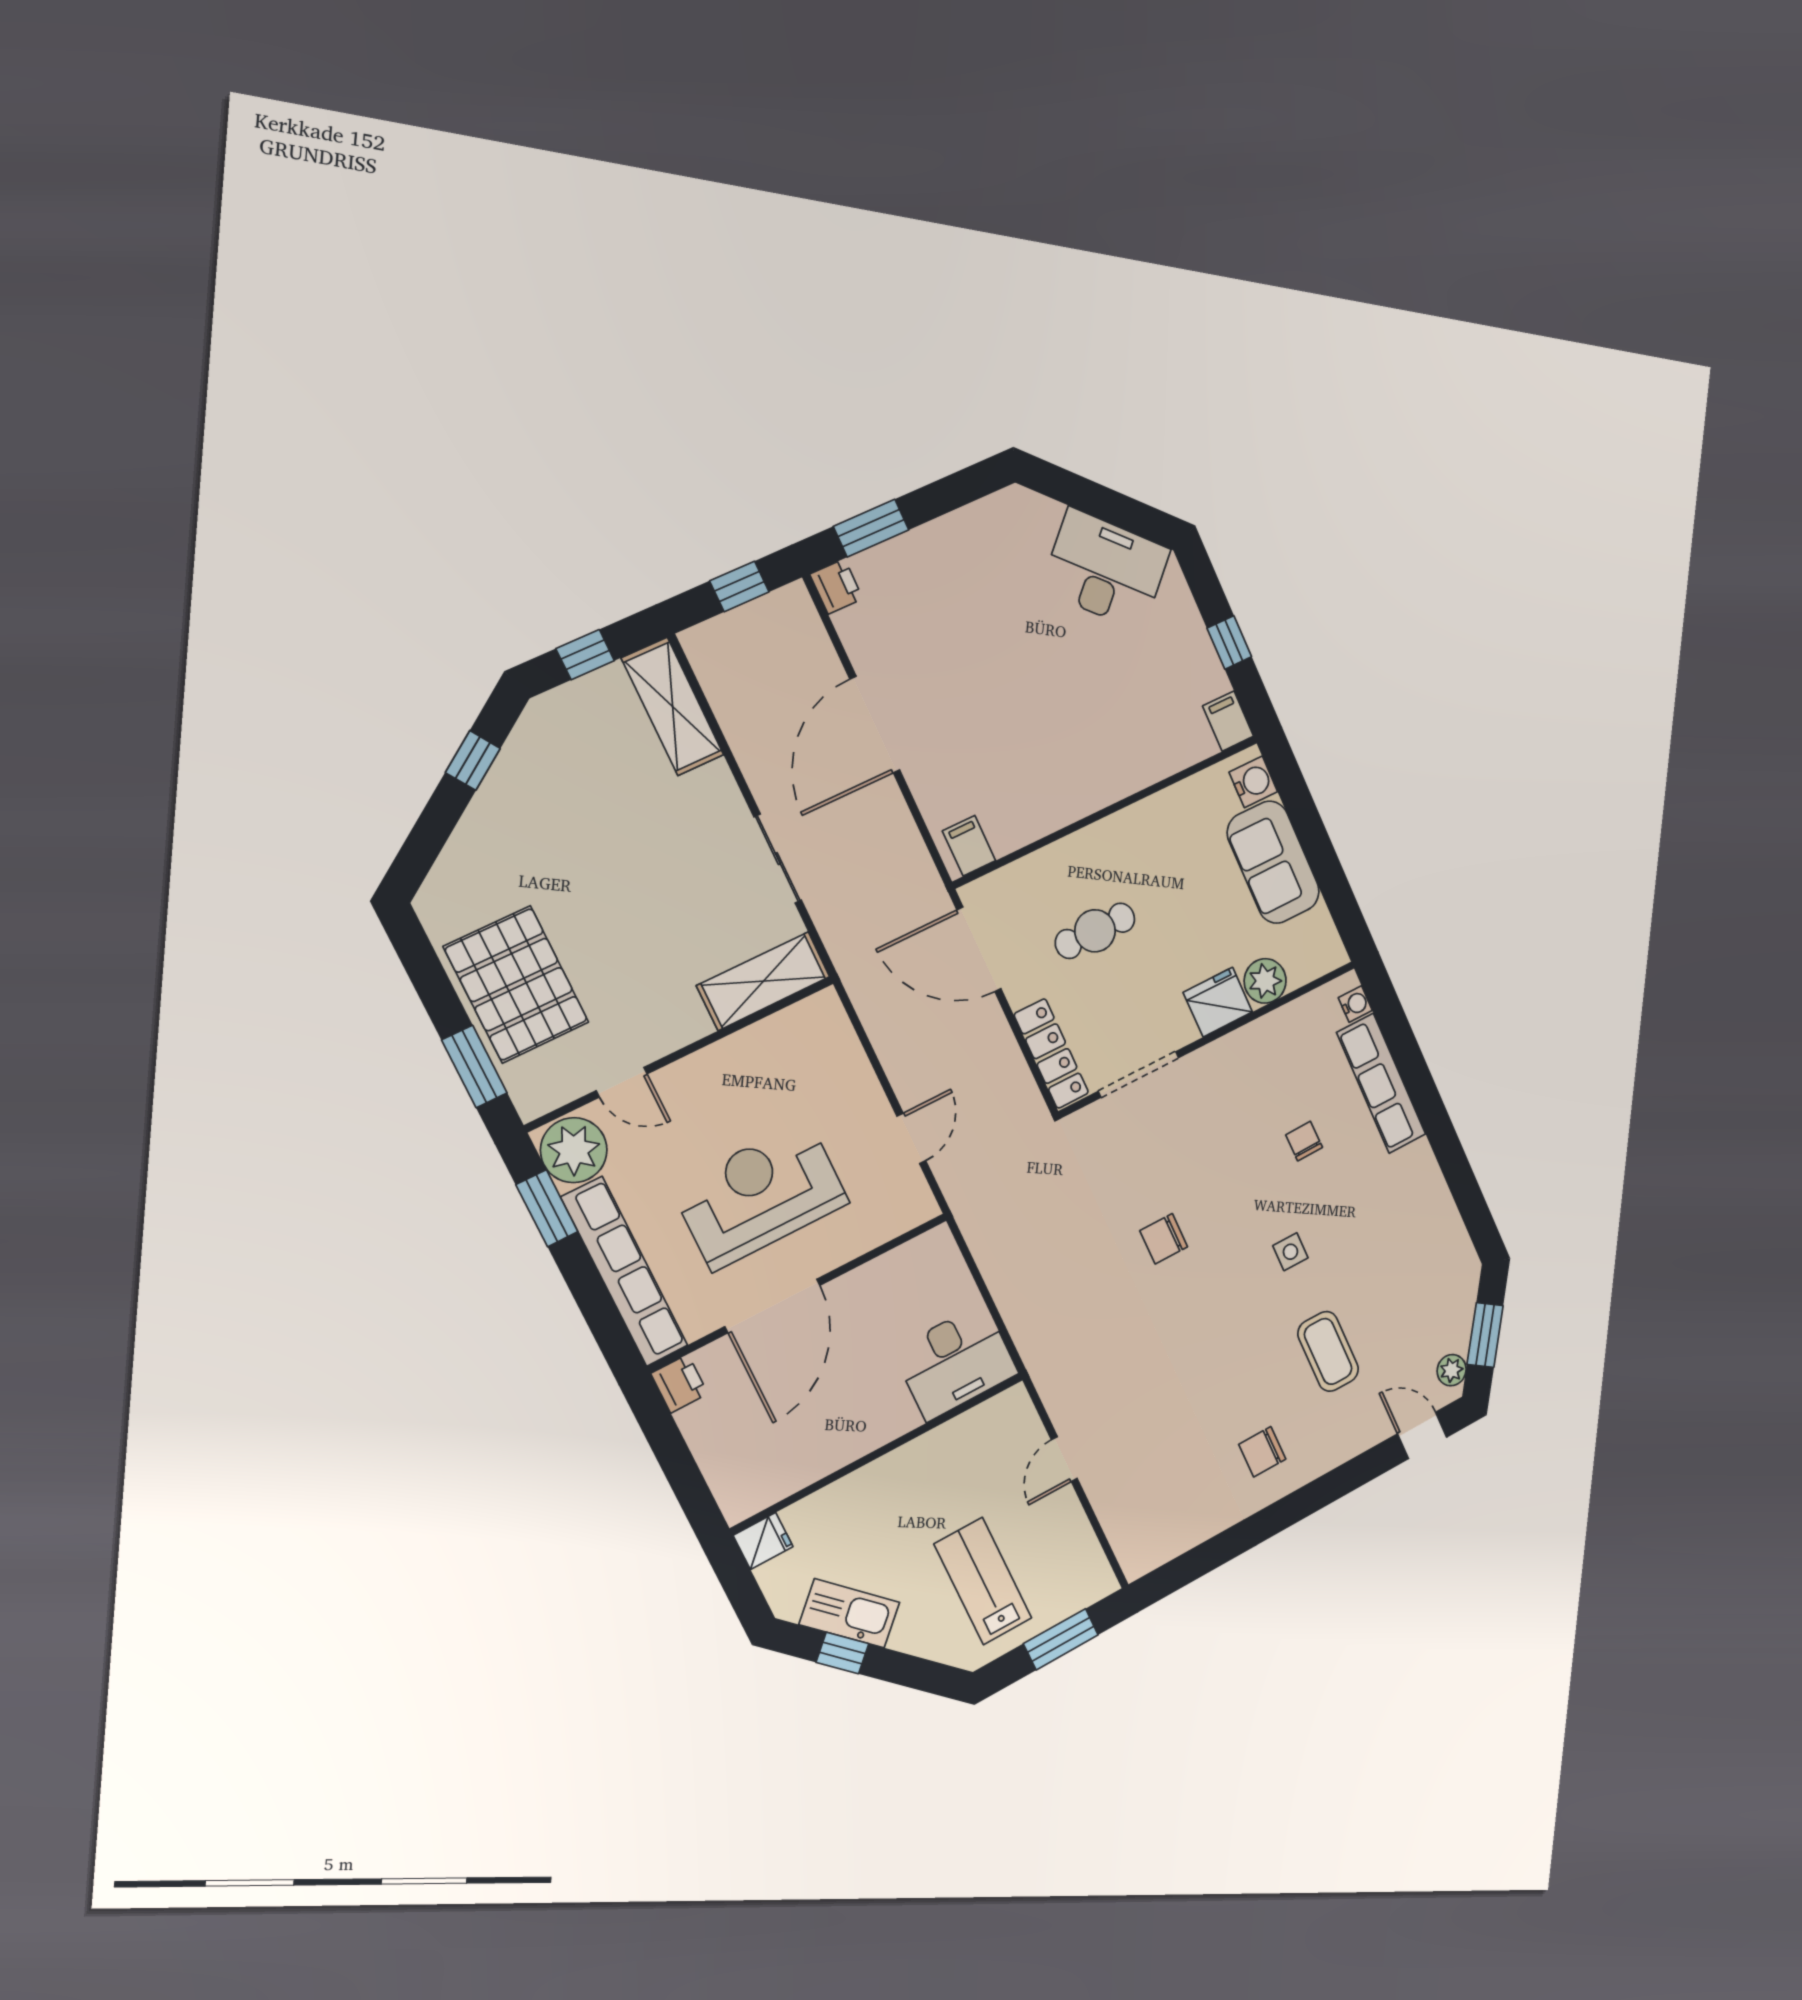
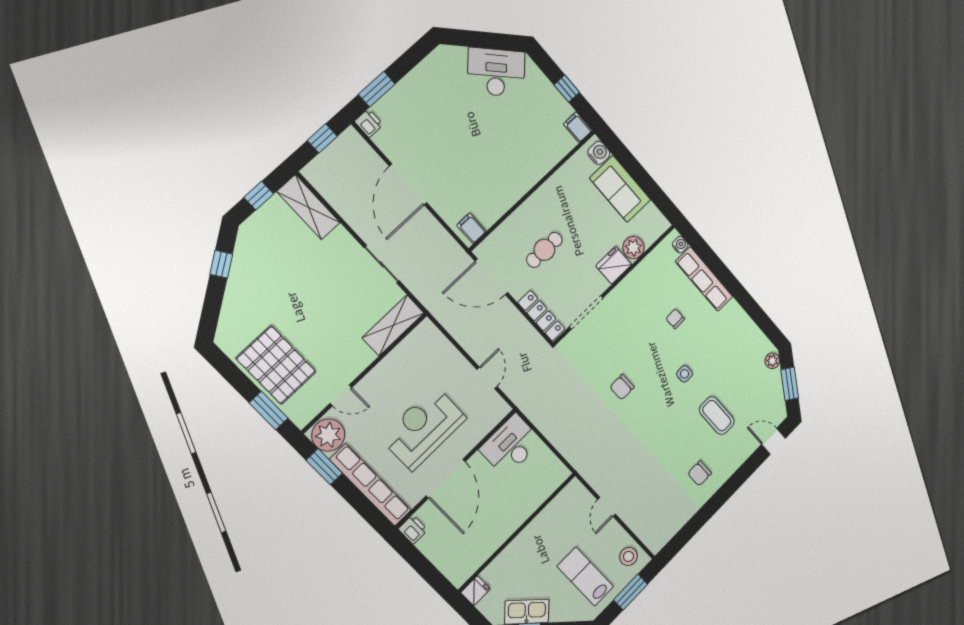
desk: (955, 1362) -> (511, 445), moved, turned 180
plant: (1452, 1370) -> (772, 361), moved
stool: (1078, 1569) -> (628, 556), added

